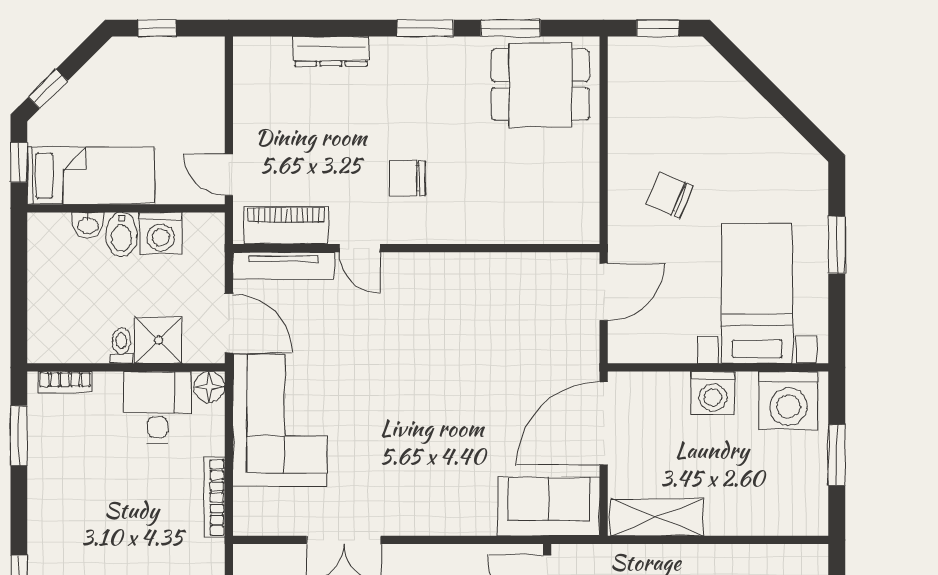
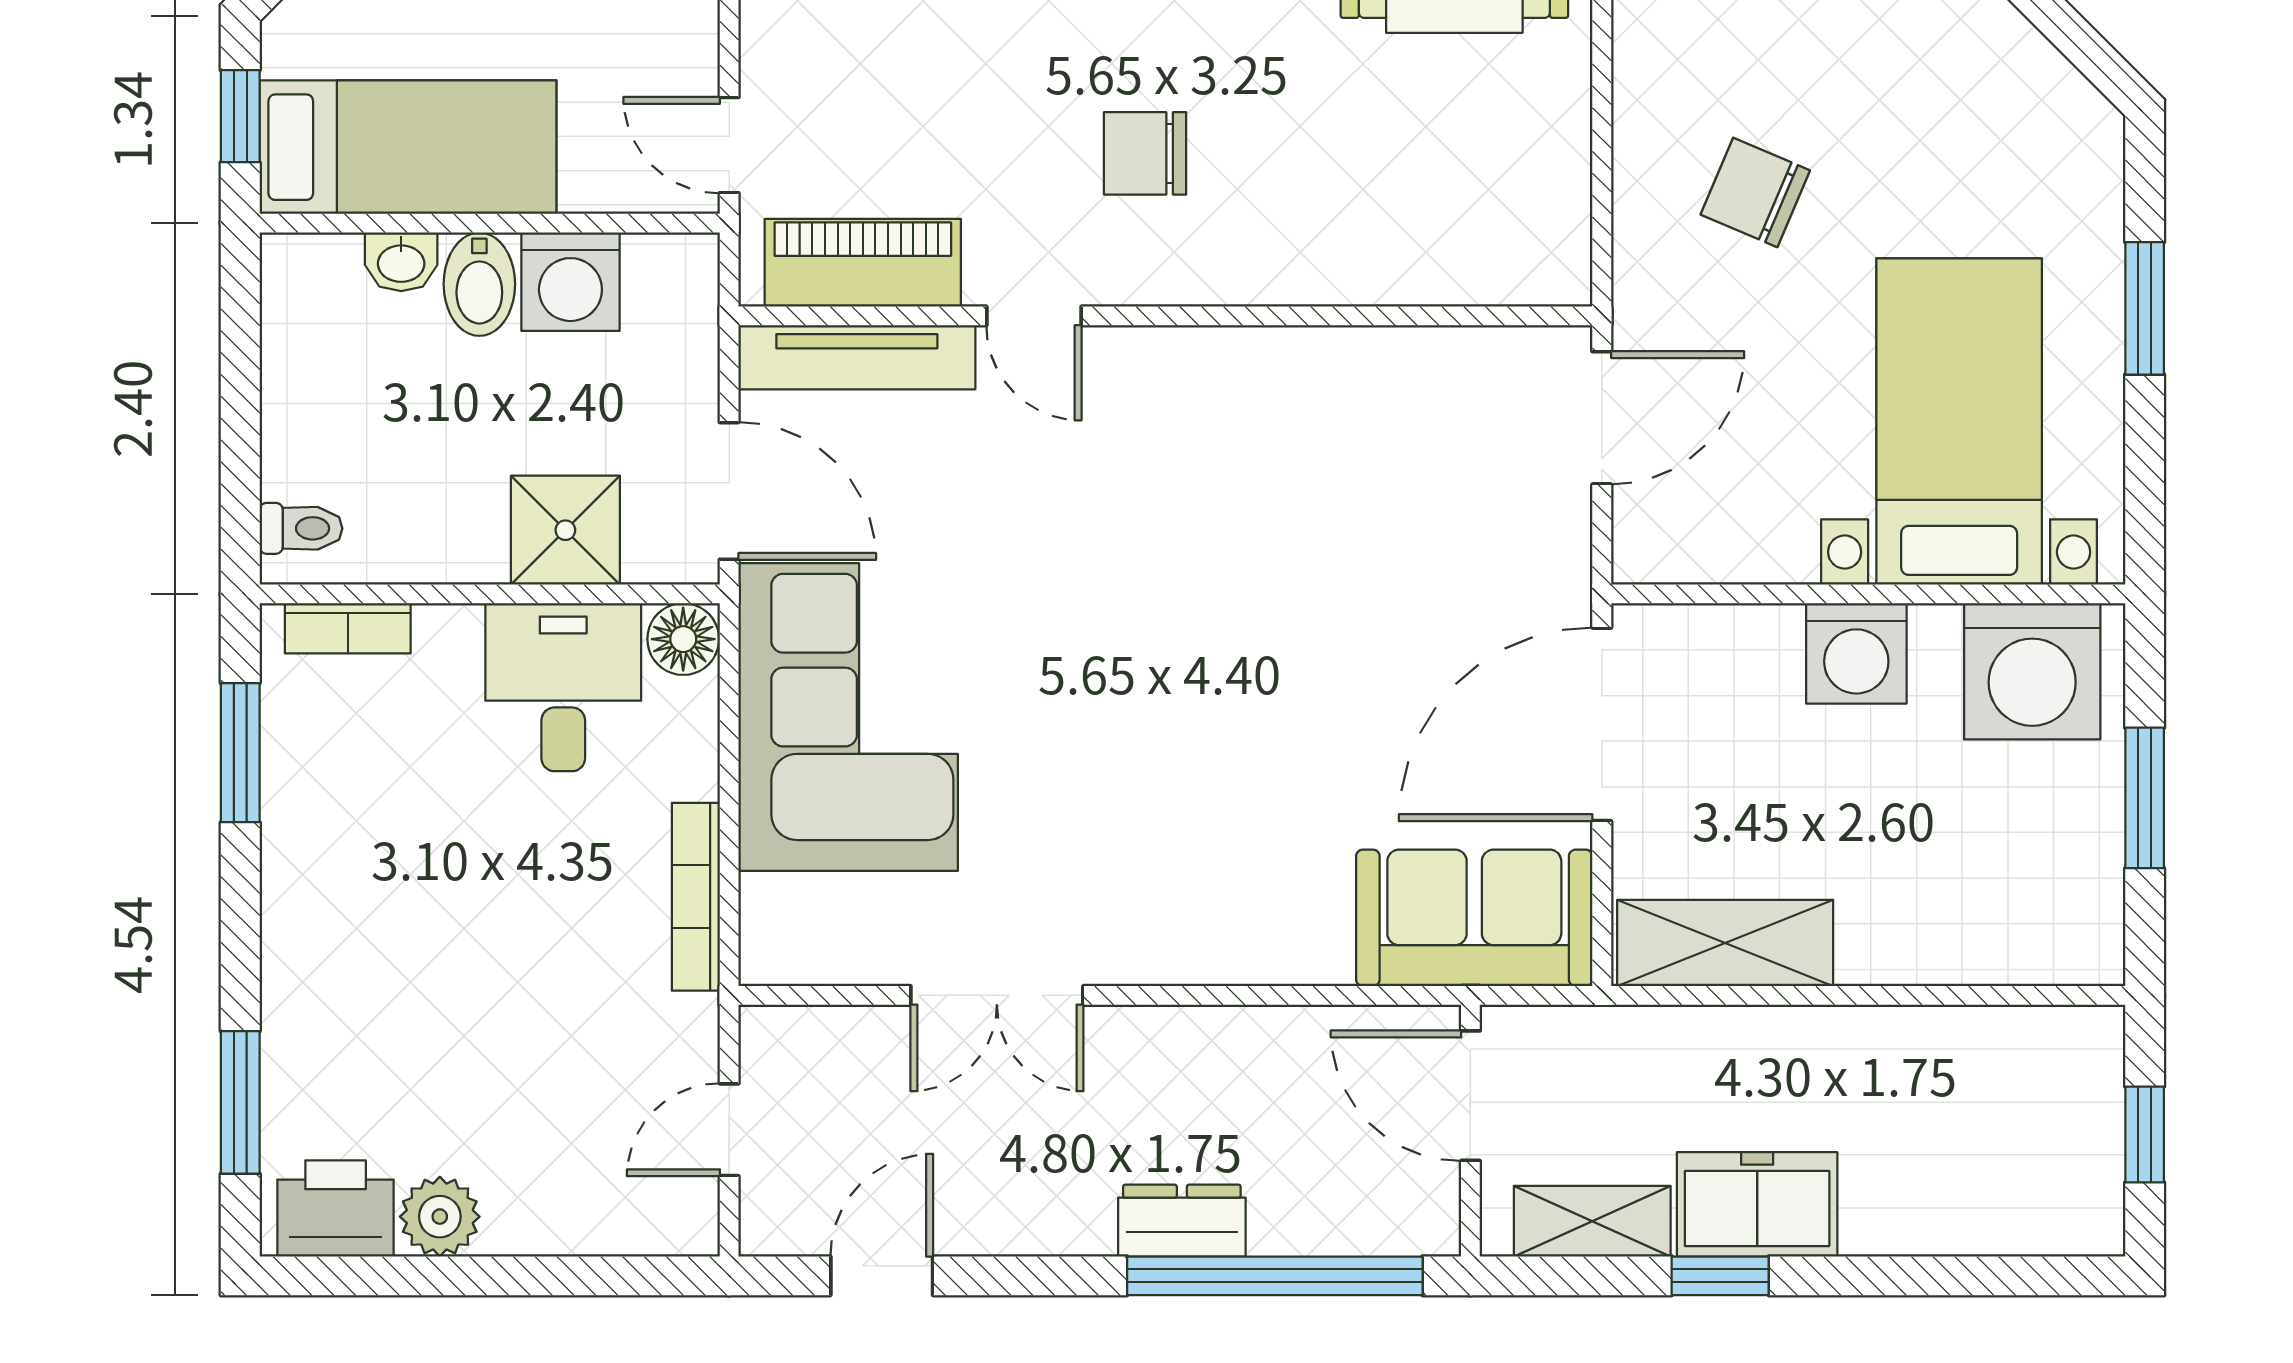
toilet: (122, 346) -> (301, 528), moved, turned 90

